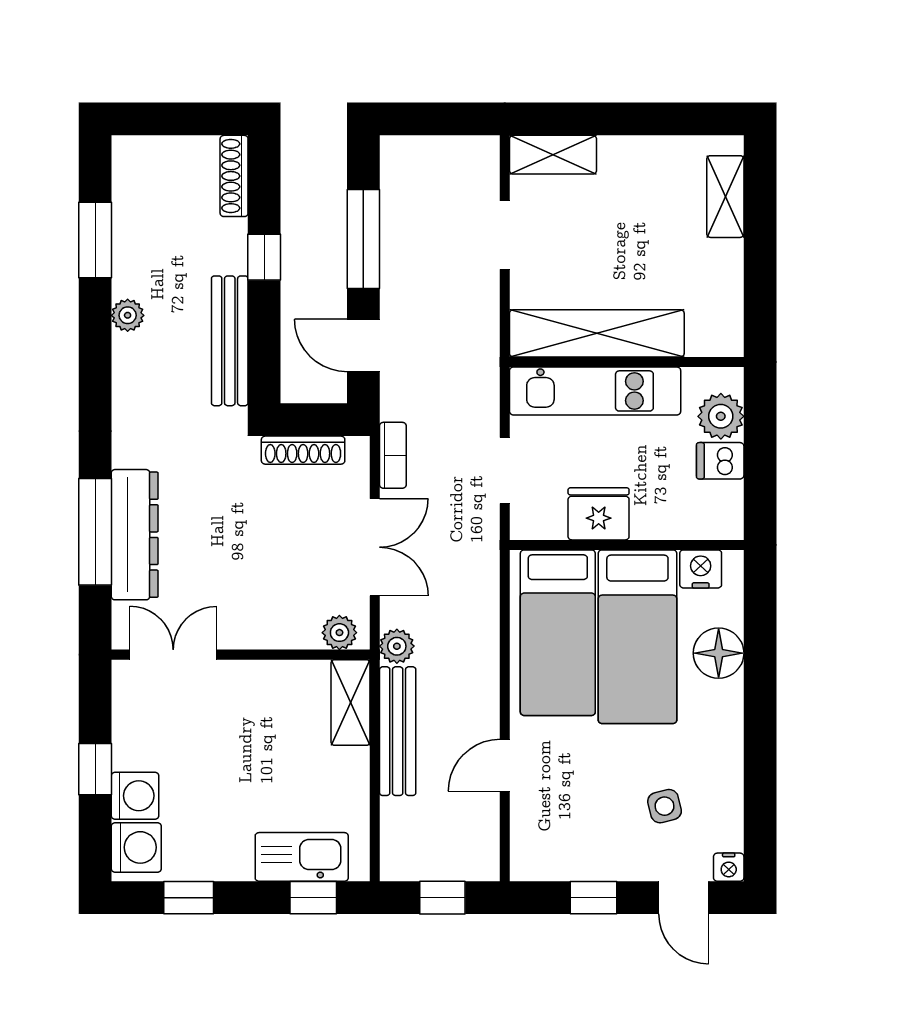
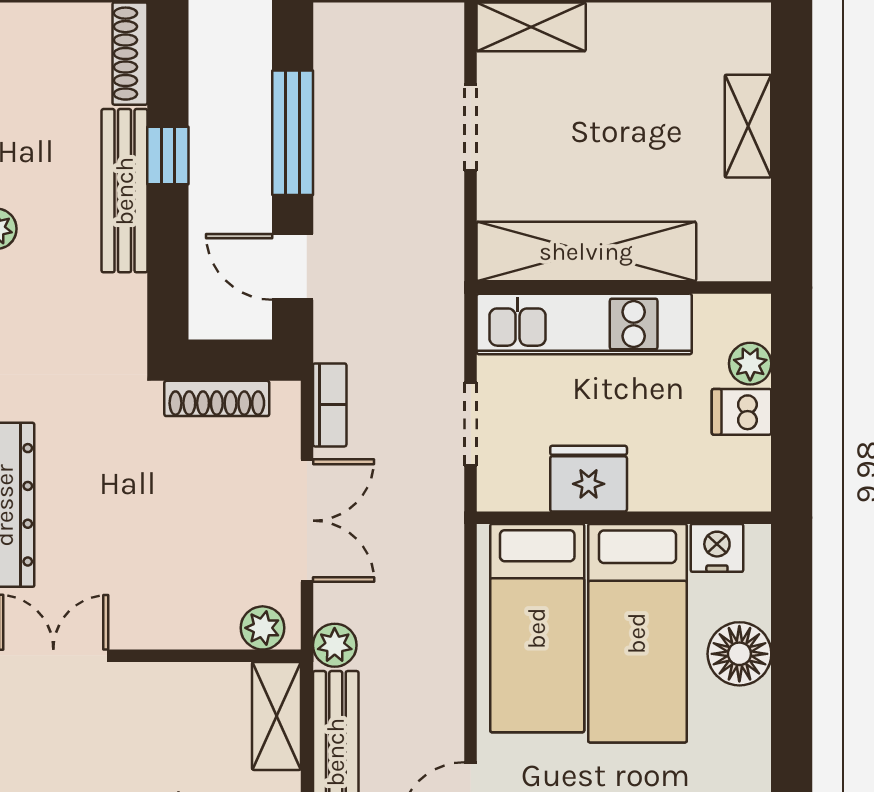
shelving: (725, 197) -> (748, 126), moved
bench: (230, 341) -> (125, 191), moved
plant: (721, 416) -> (750, 364), width x0.73, depth x0.73

